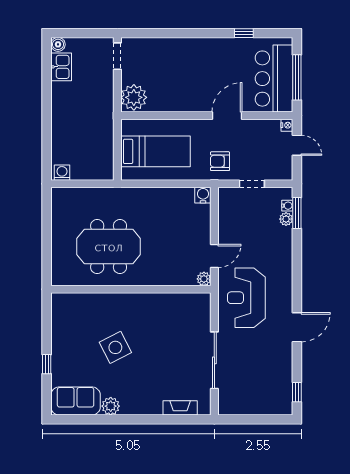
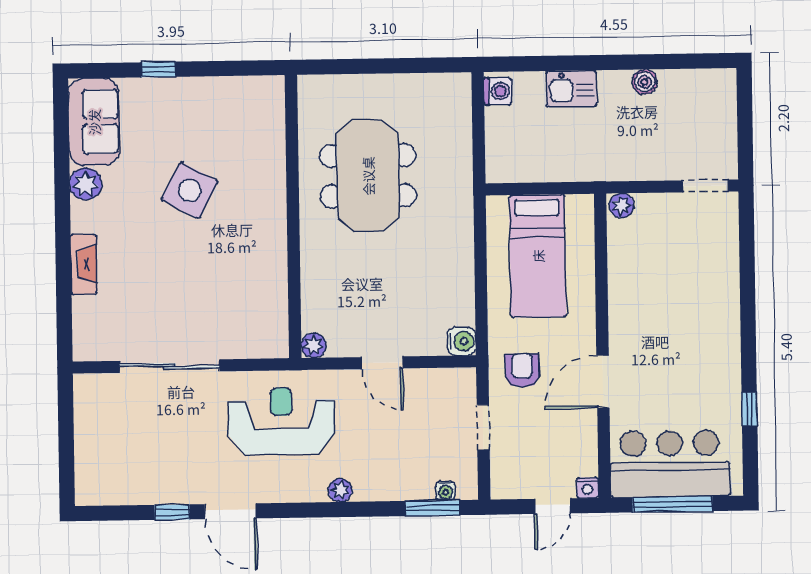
boiler: (58, 44) -> (645, 82), moved
kitchen sink: (61, 67) -> (571, 89), moved
plant: (134, 97) -> (622, 206), width x0.53, depth x0.53
door: (227, 116) -> (603, 382), swing flipped
plant: (286, 219) -> (340, 490), moved
door: (214, 256) -> (382, 363), moved
side table: (115, 347) -> (190, 191), turned -35
window: (297, 392) -> (172, 512), moved
fireplace: (180, 408) -> (84, 264), moved

